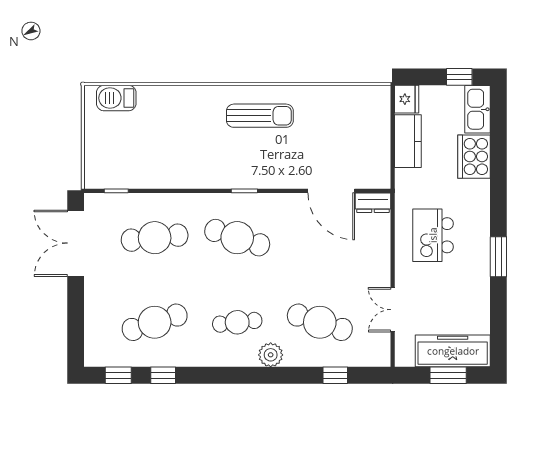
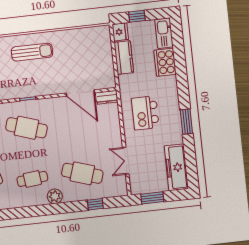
window: (459, 77) -> (137, 16), moved
freezer: (453, 351) -> (176, 167), moved, turned -90
window: (448, 375) -> (152, 198), moved

